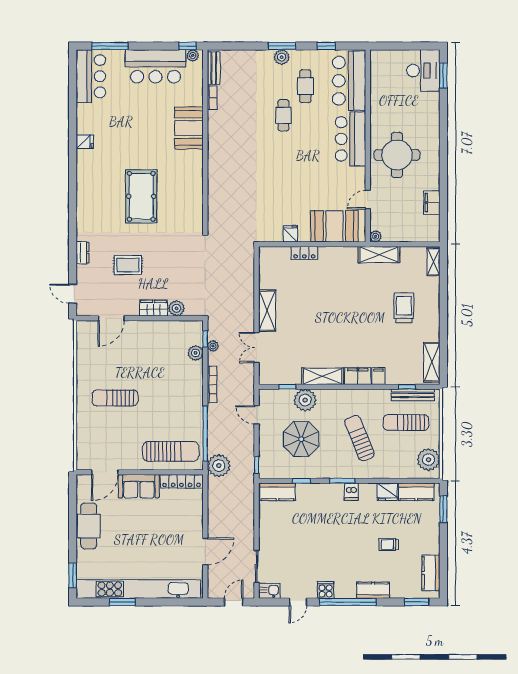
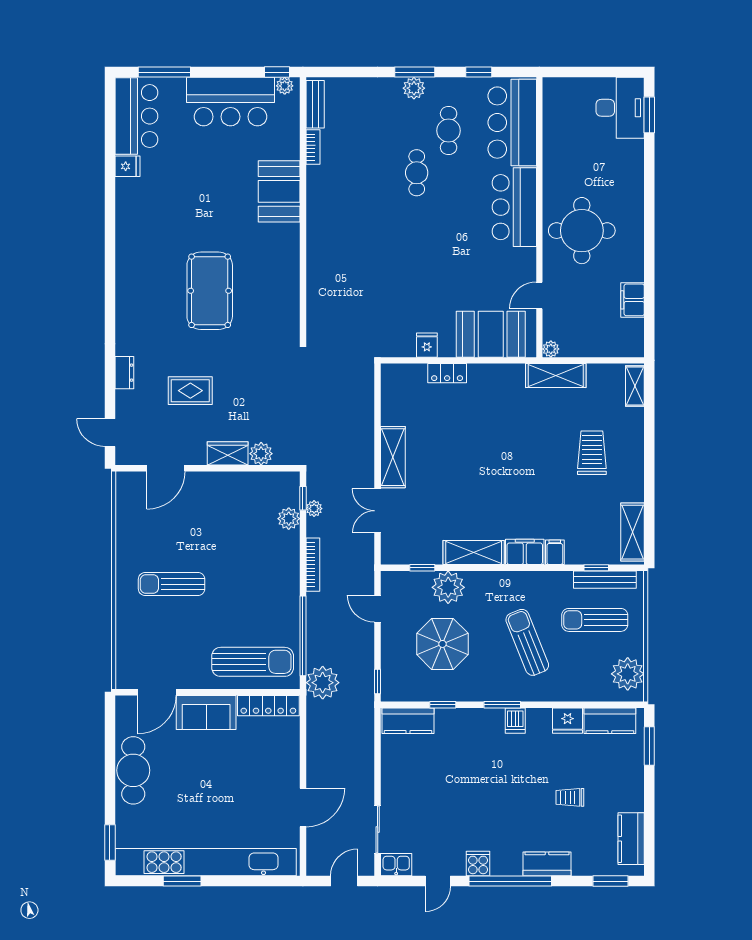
fridge: (85, 142) -> (127, 166), moved

